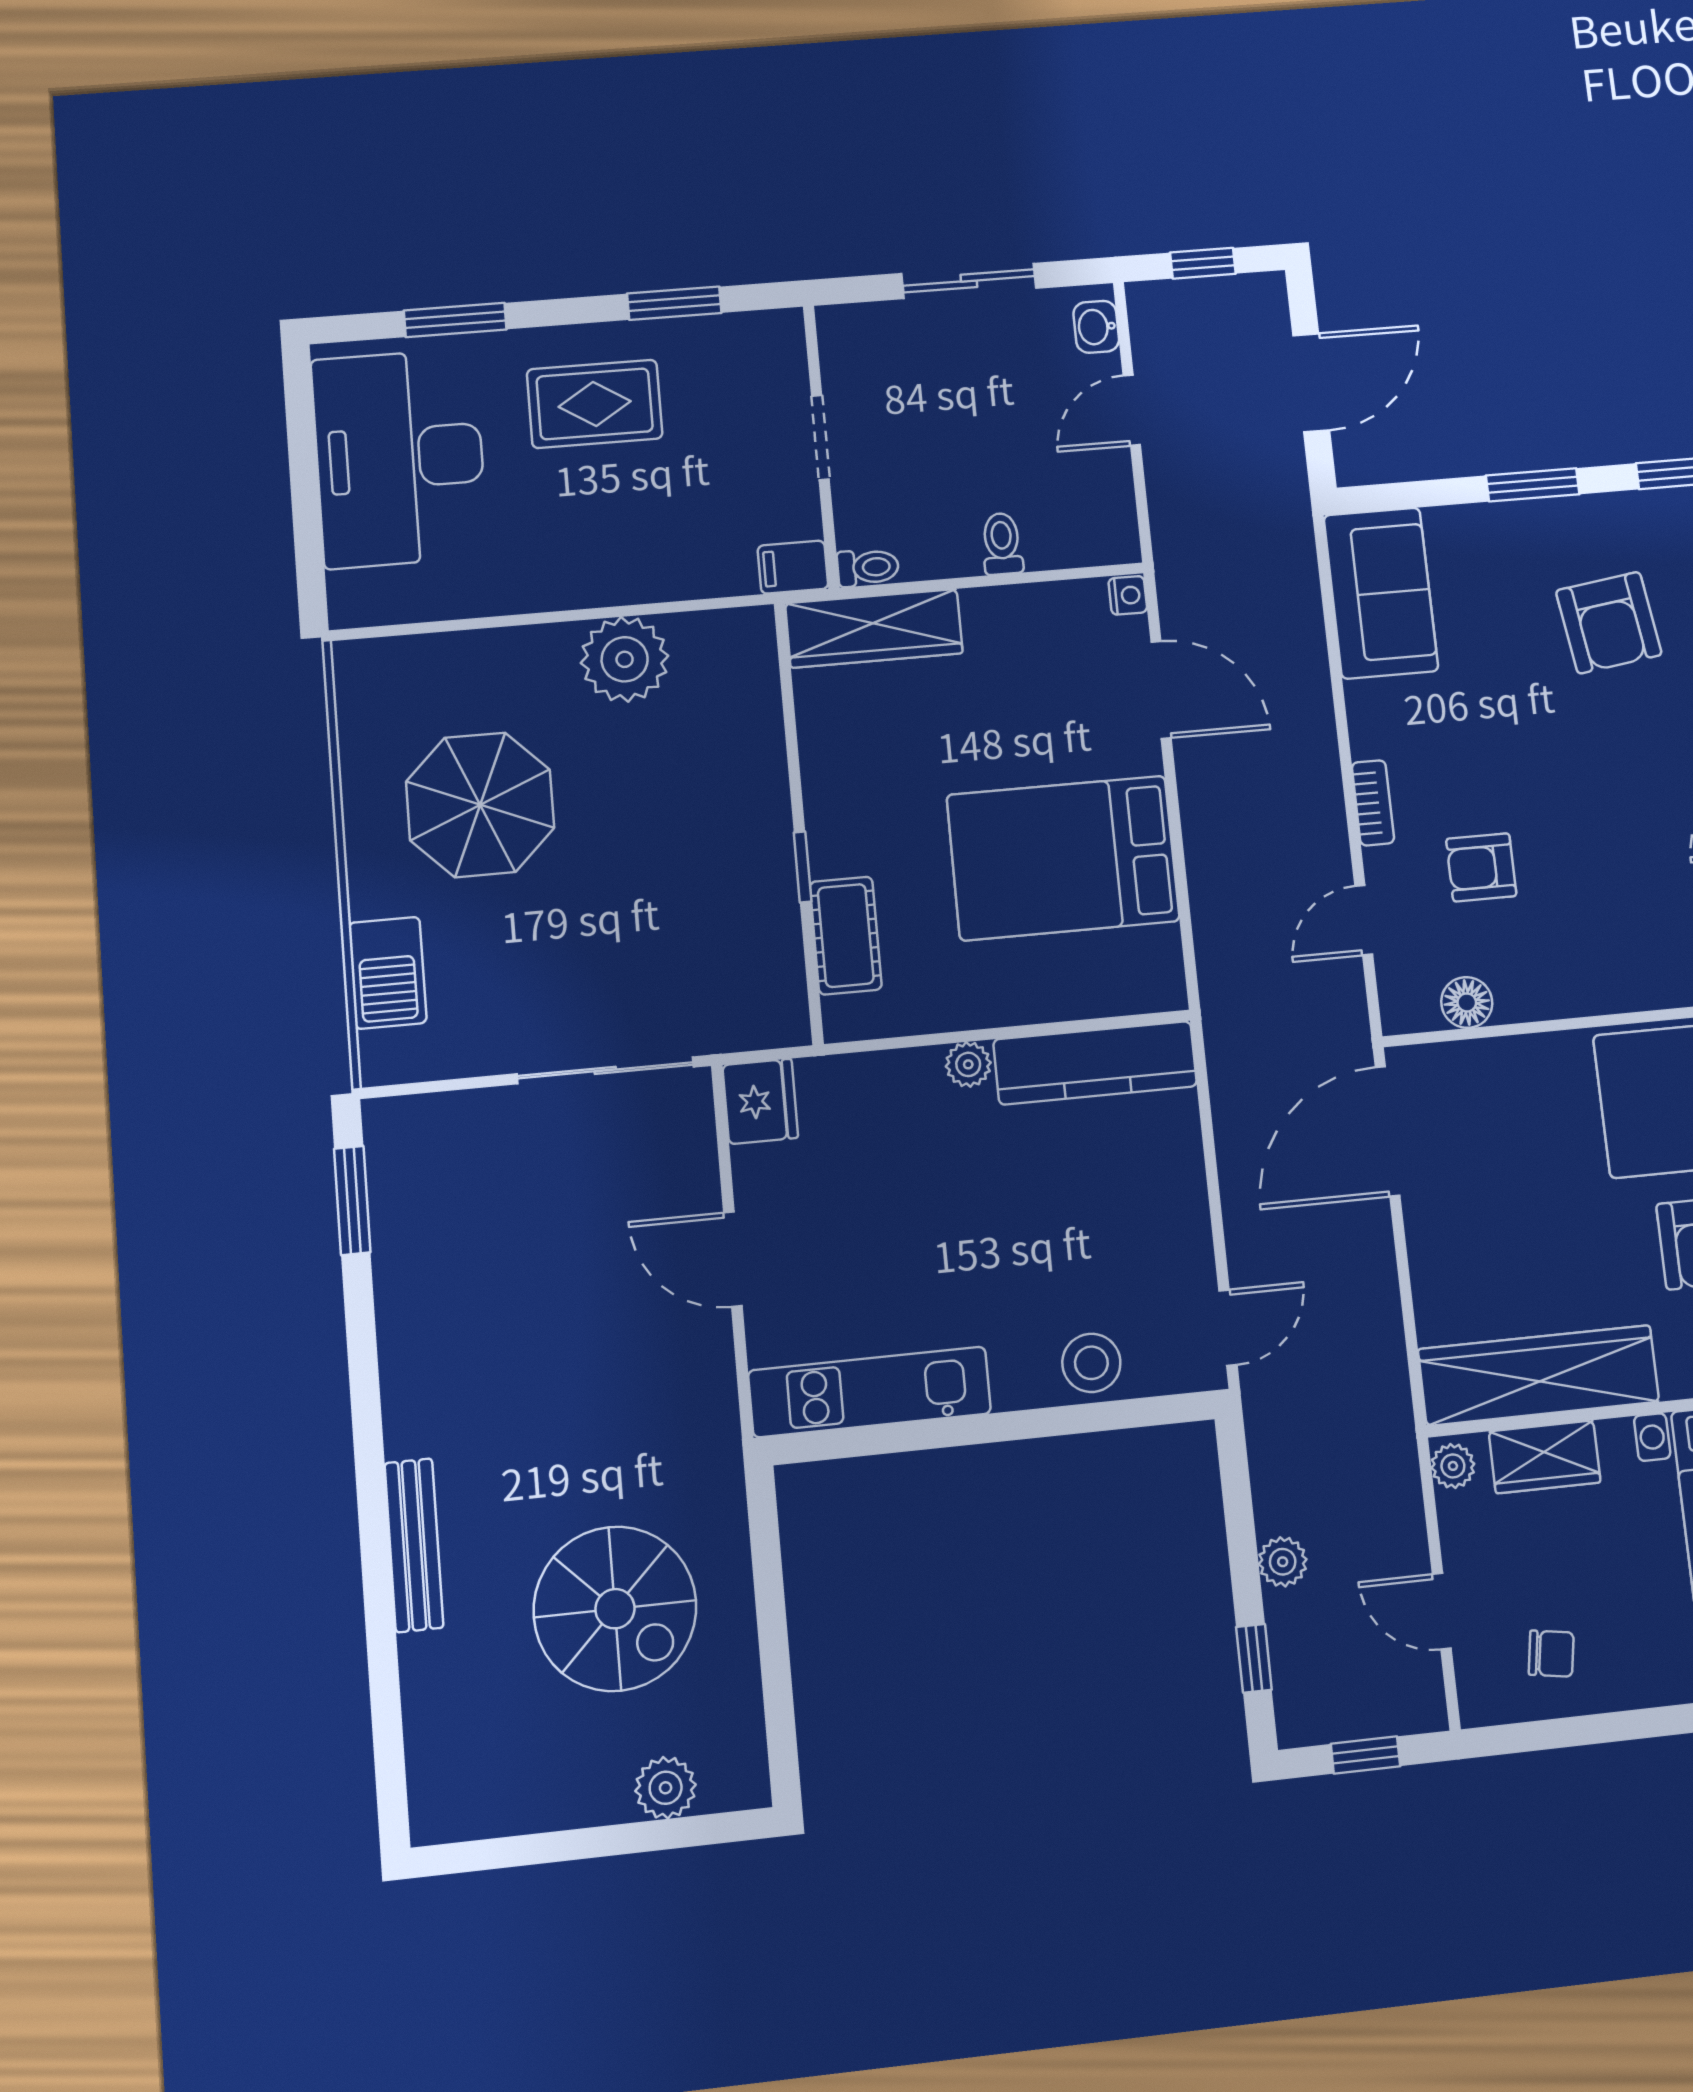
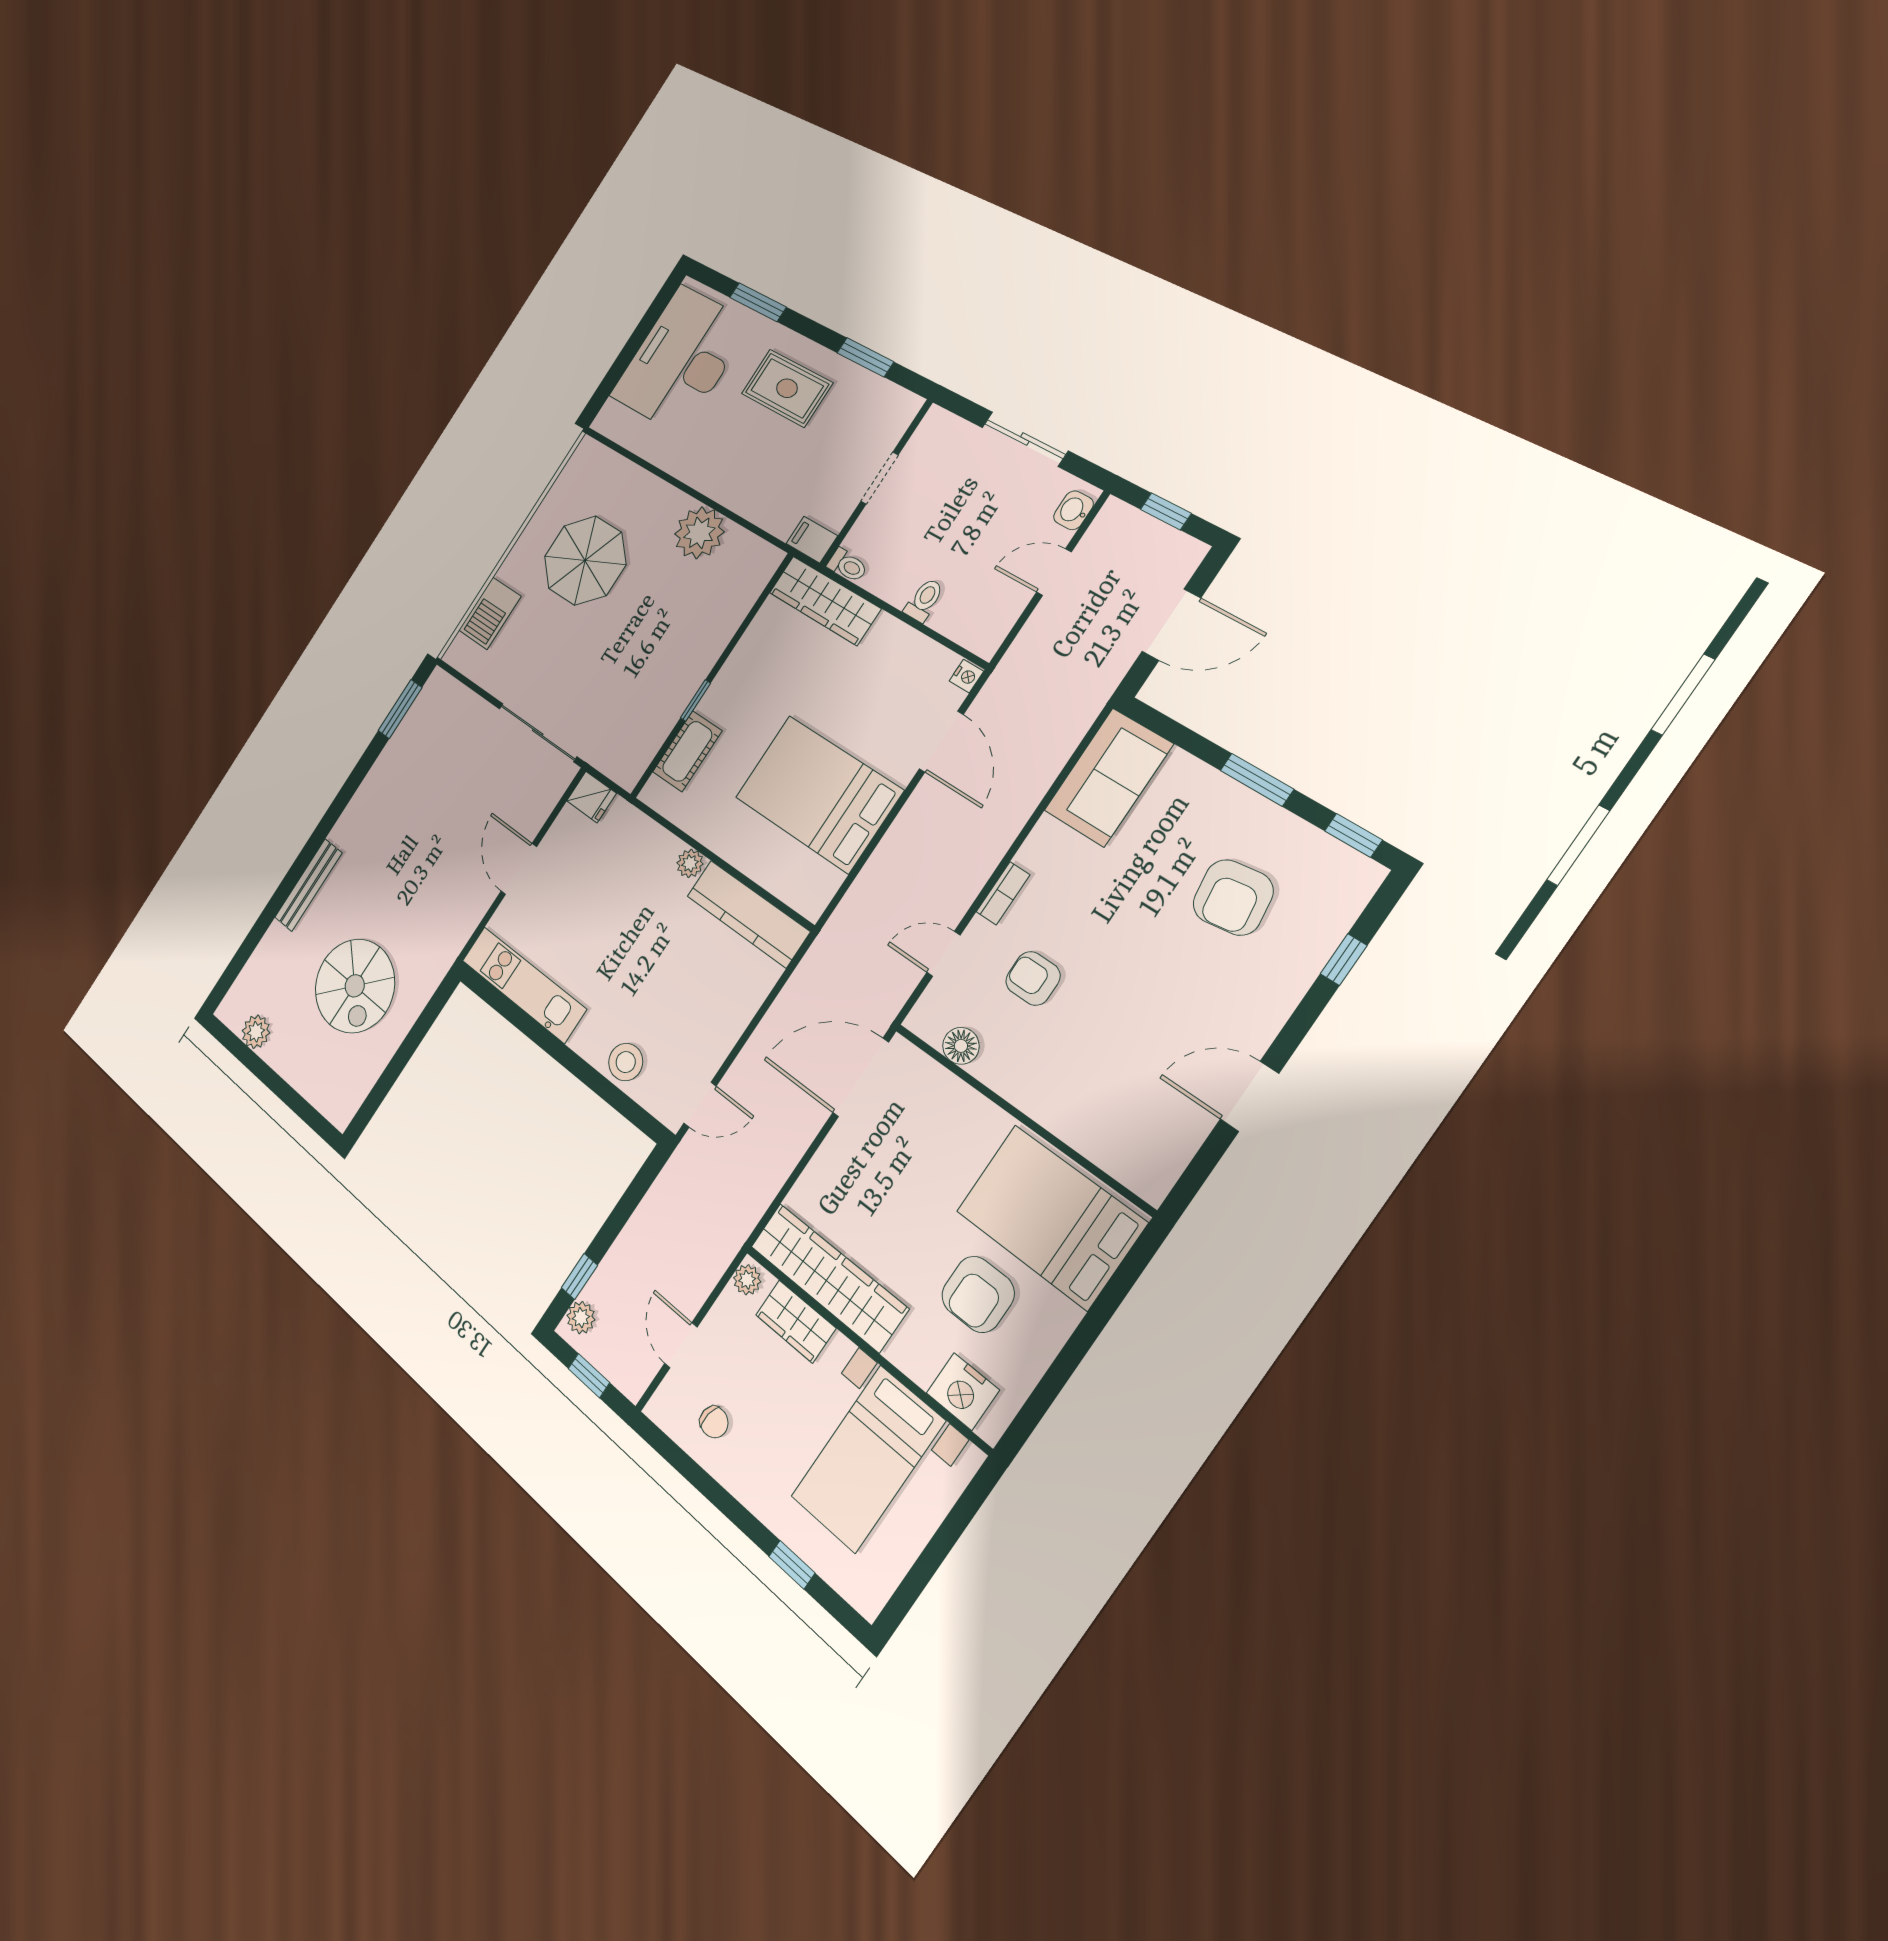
fridge: (760, 1101) -> (591, 797), width x0.72
plant: (1283, 1562) -> (581, 1318), moved
plant: (666, 1788) -> (256, 1032), moved

